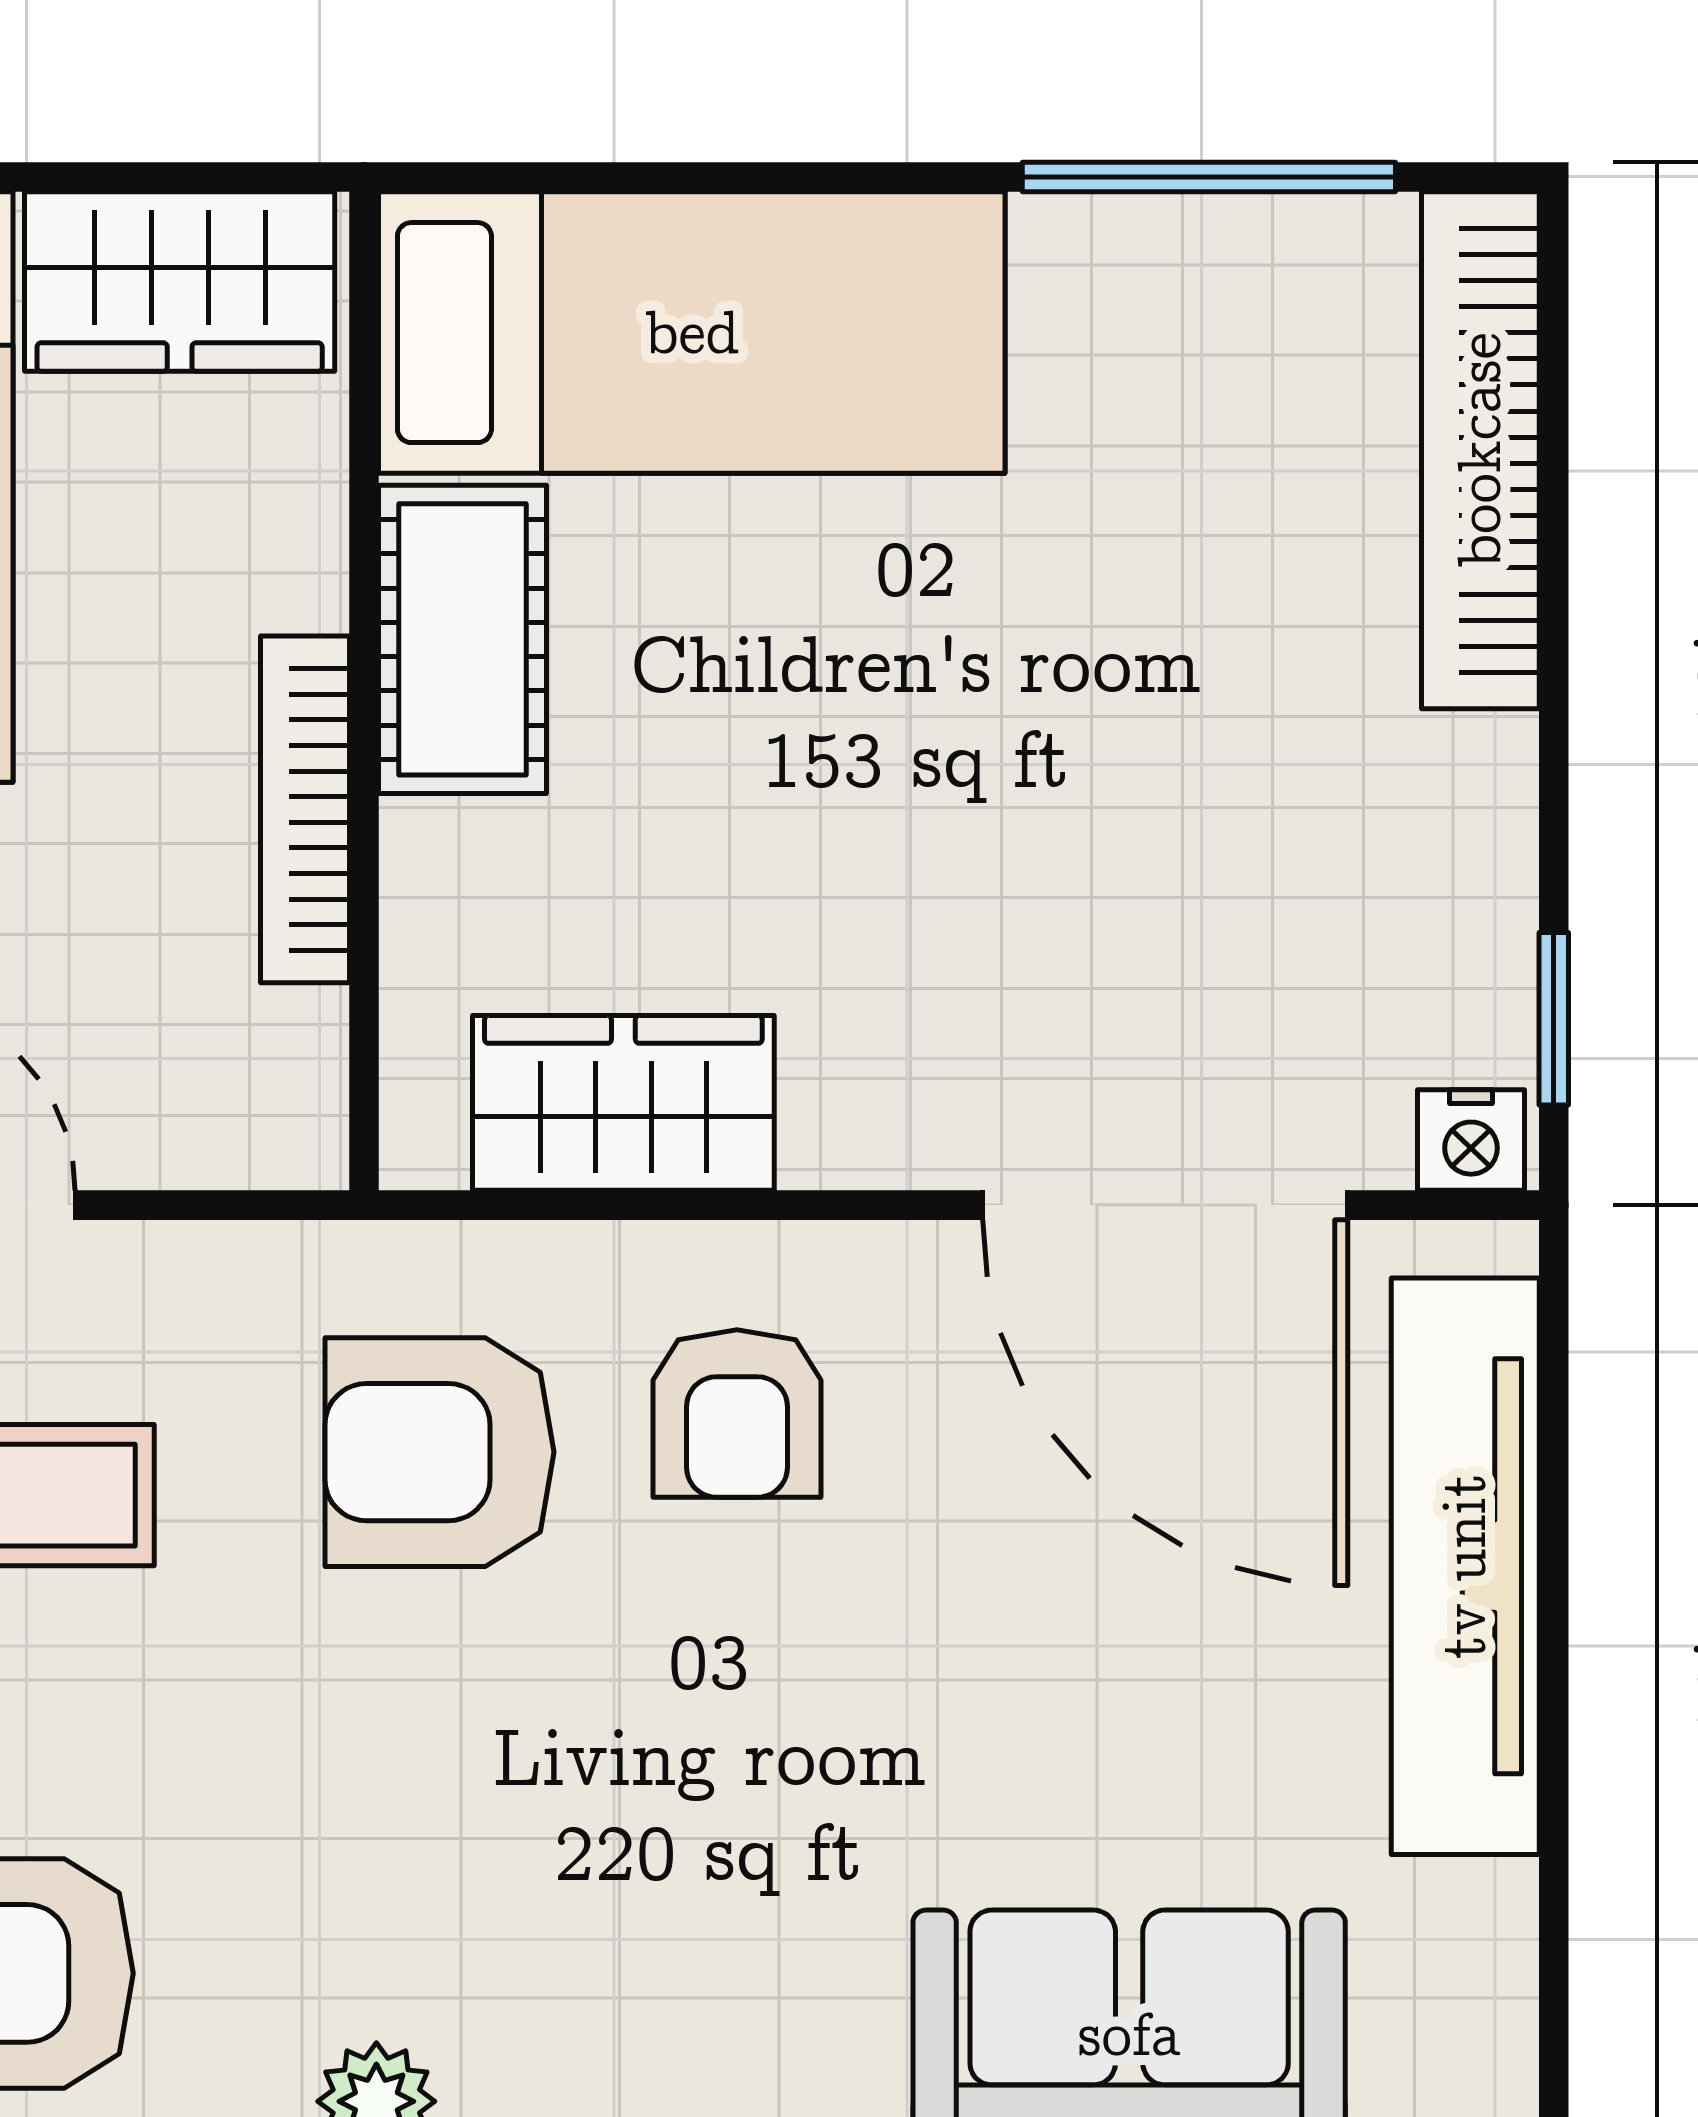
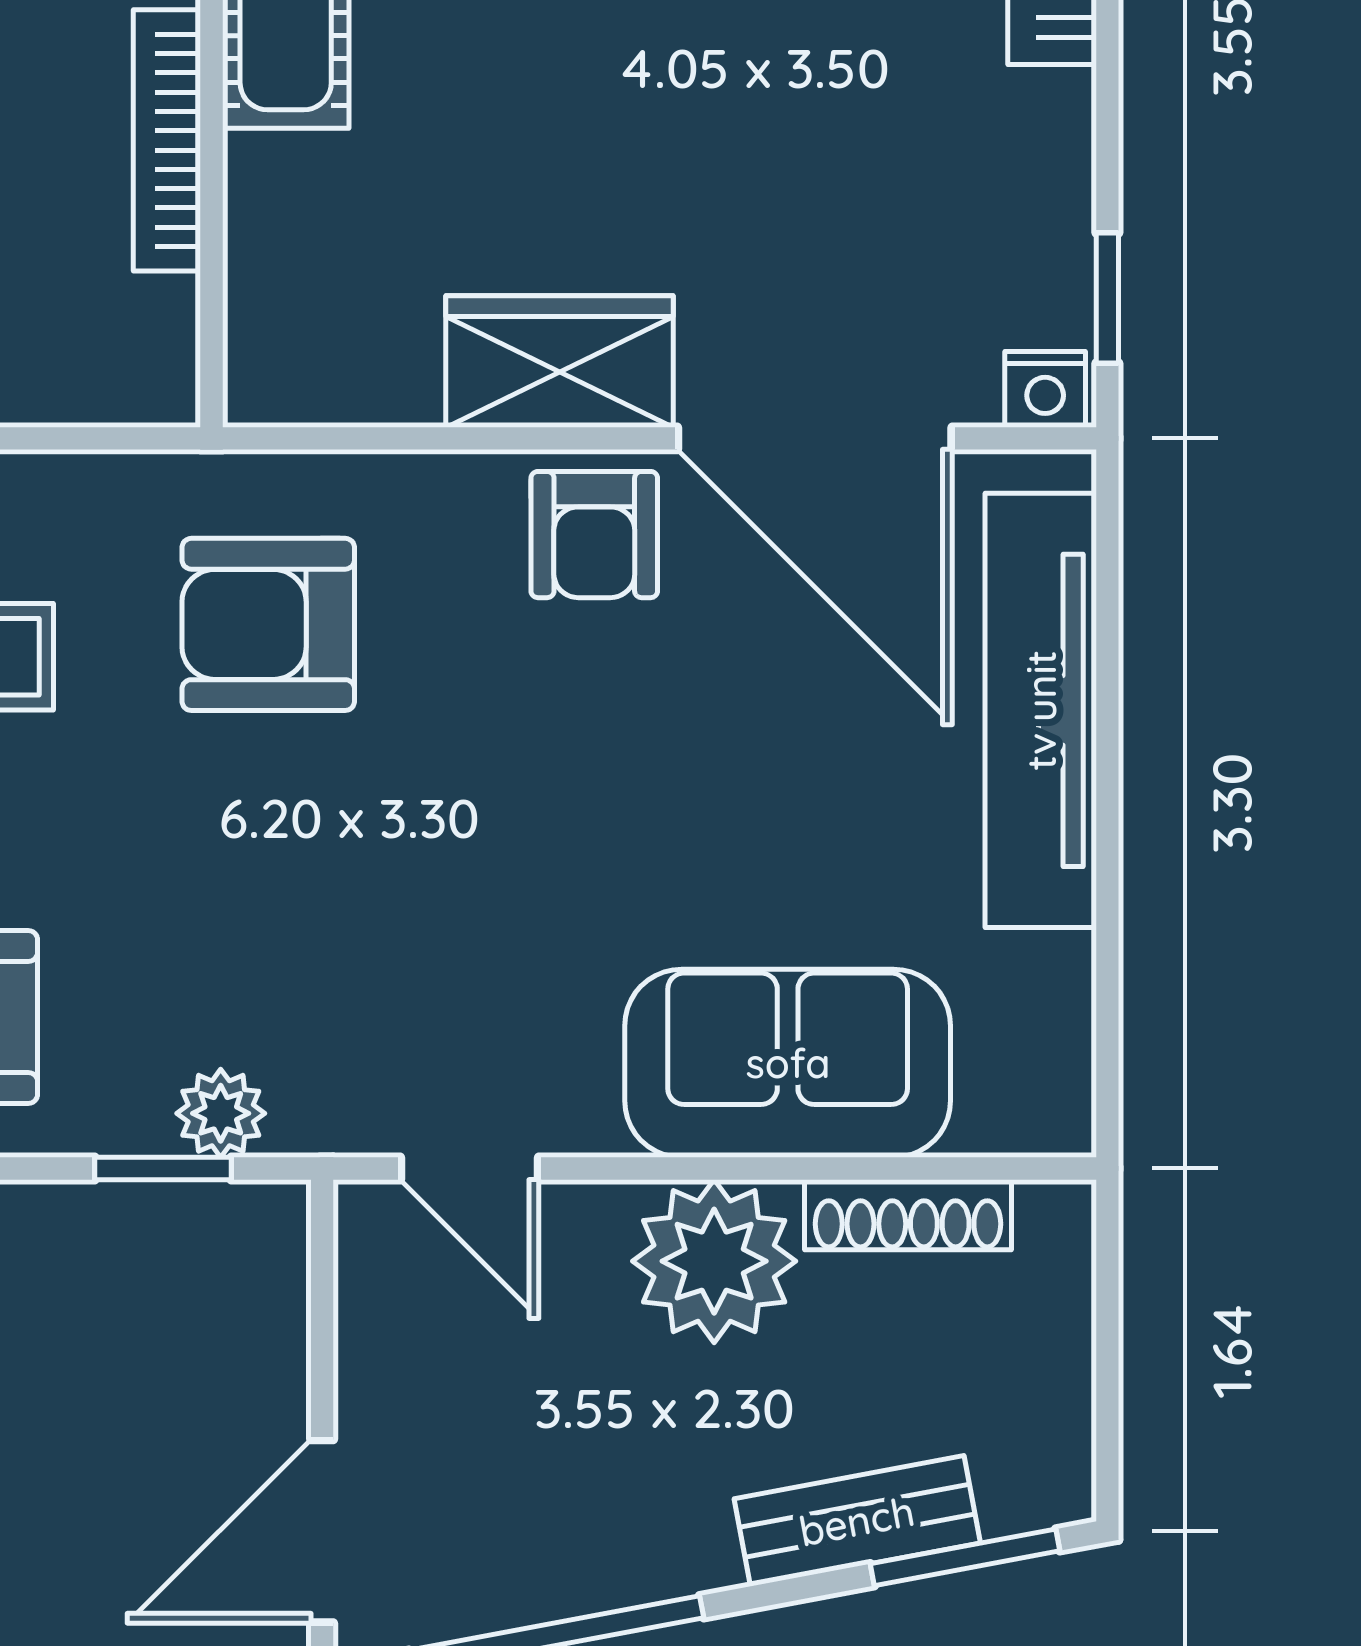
wardrobe: (623, 1103) -> (559, 361), moved
armchair: (737, 1414) -> (594, 535), moved

